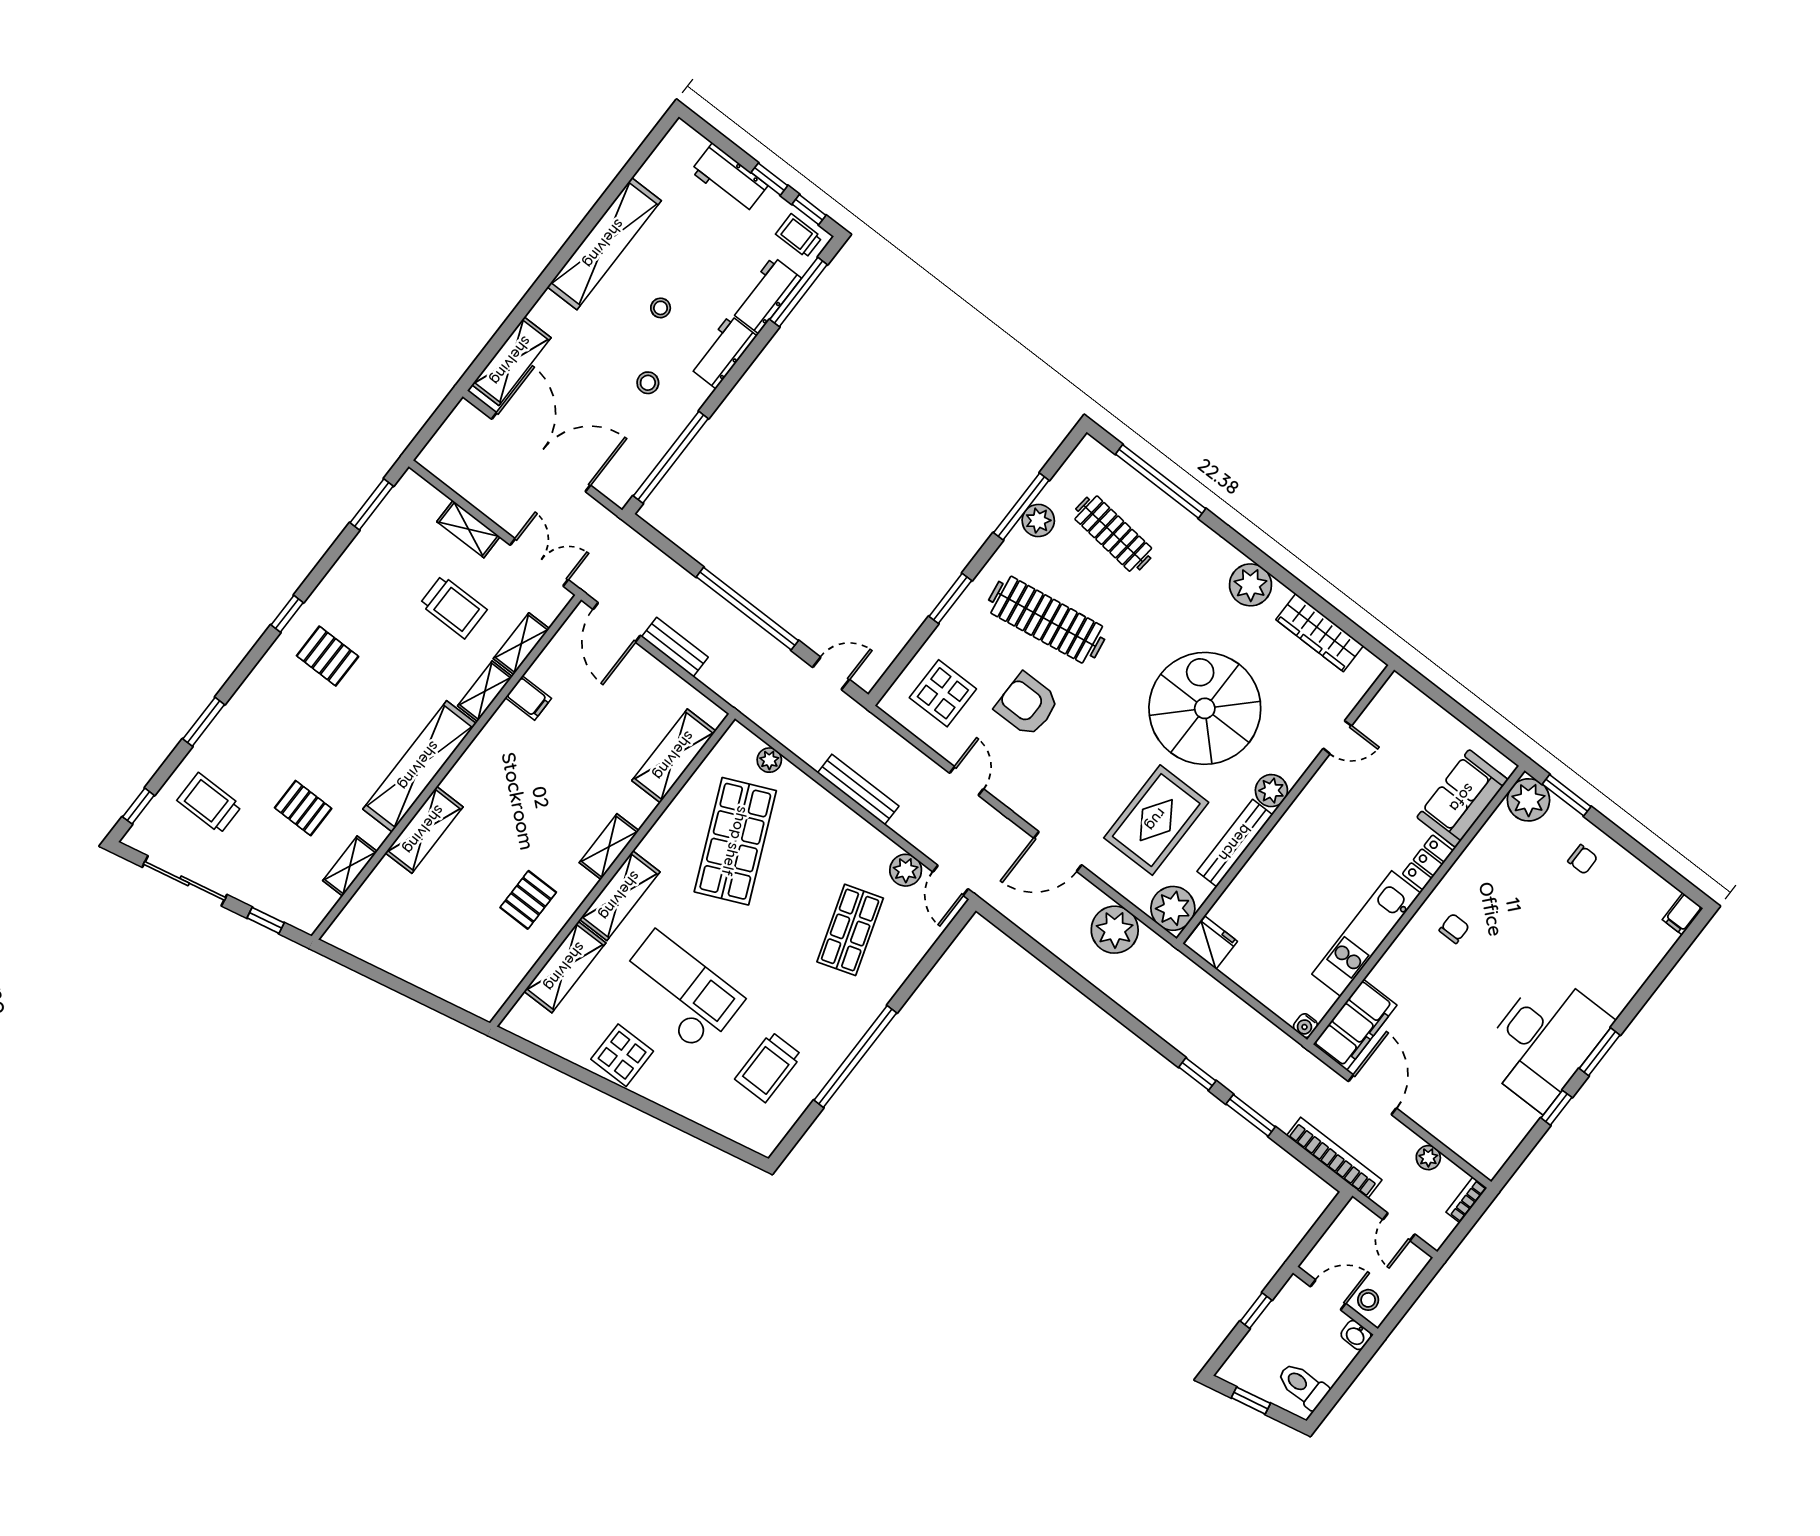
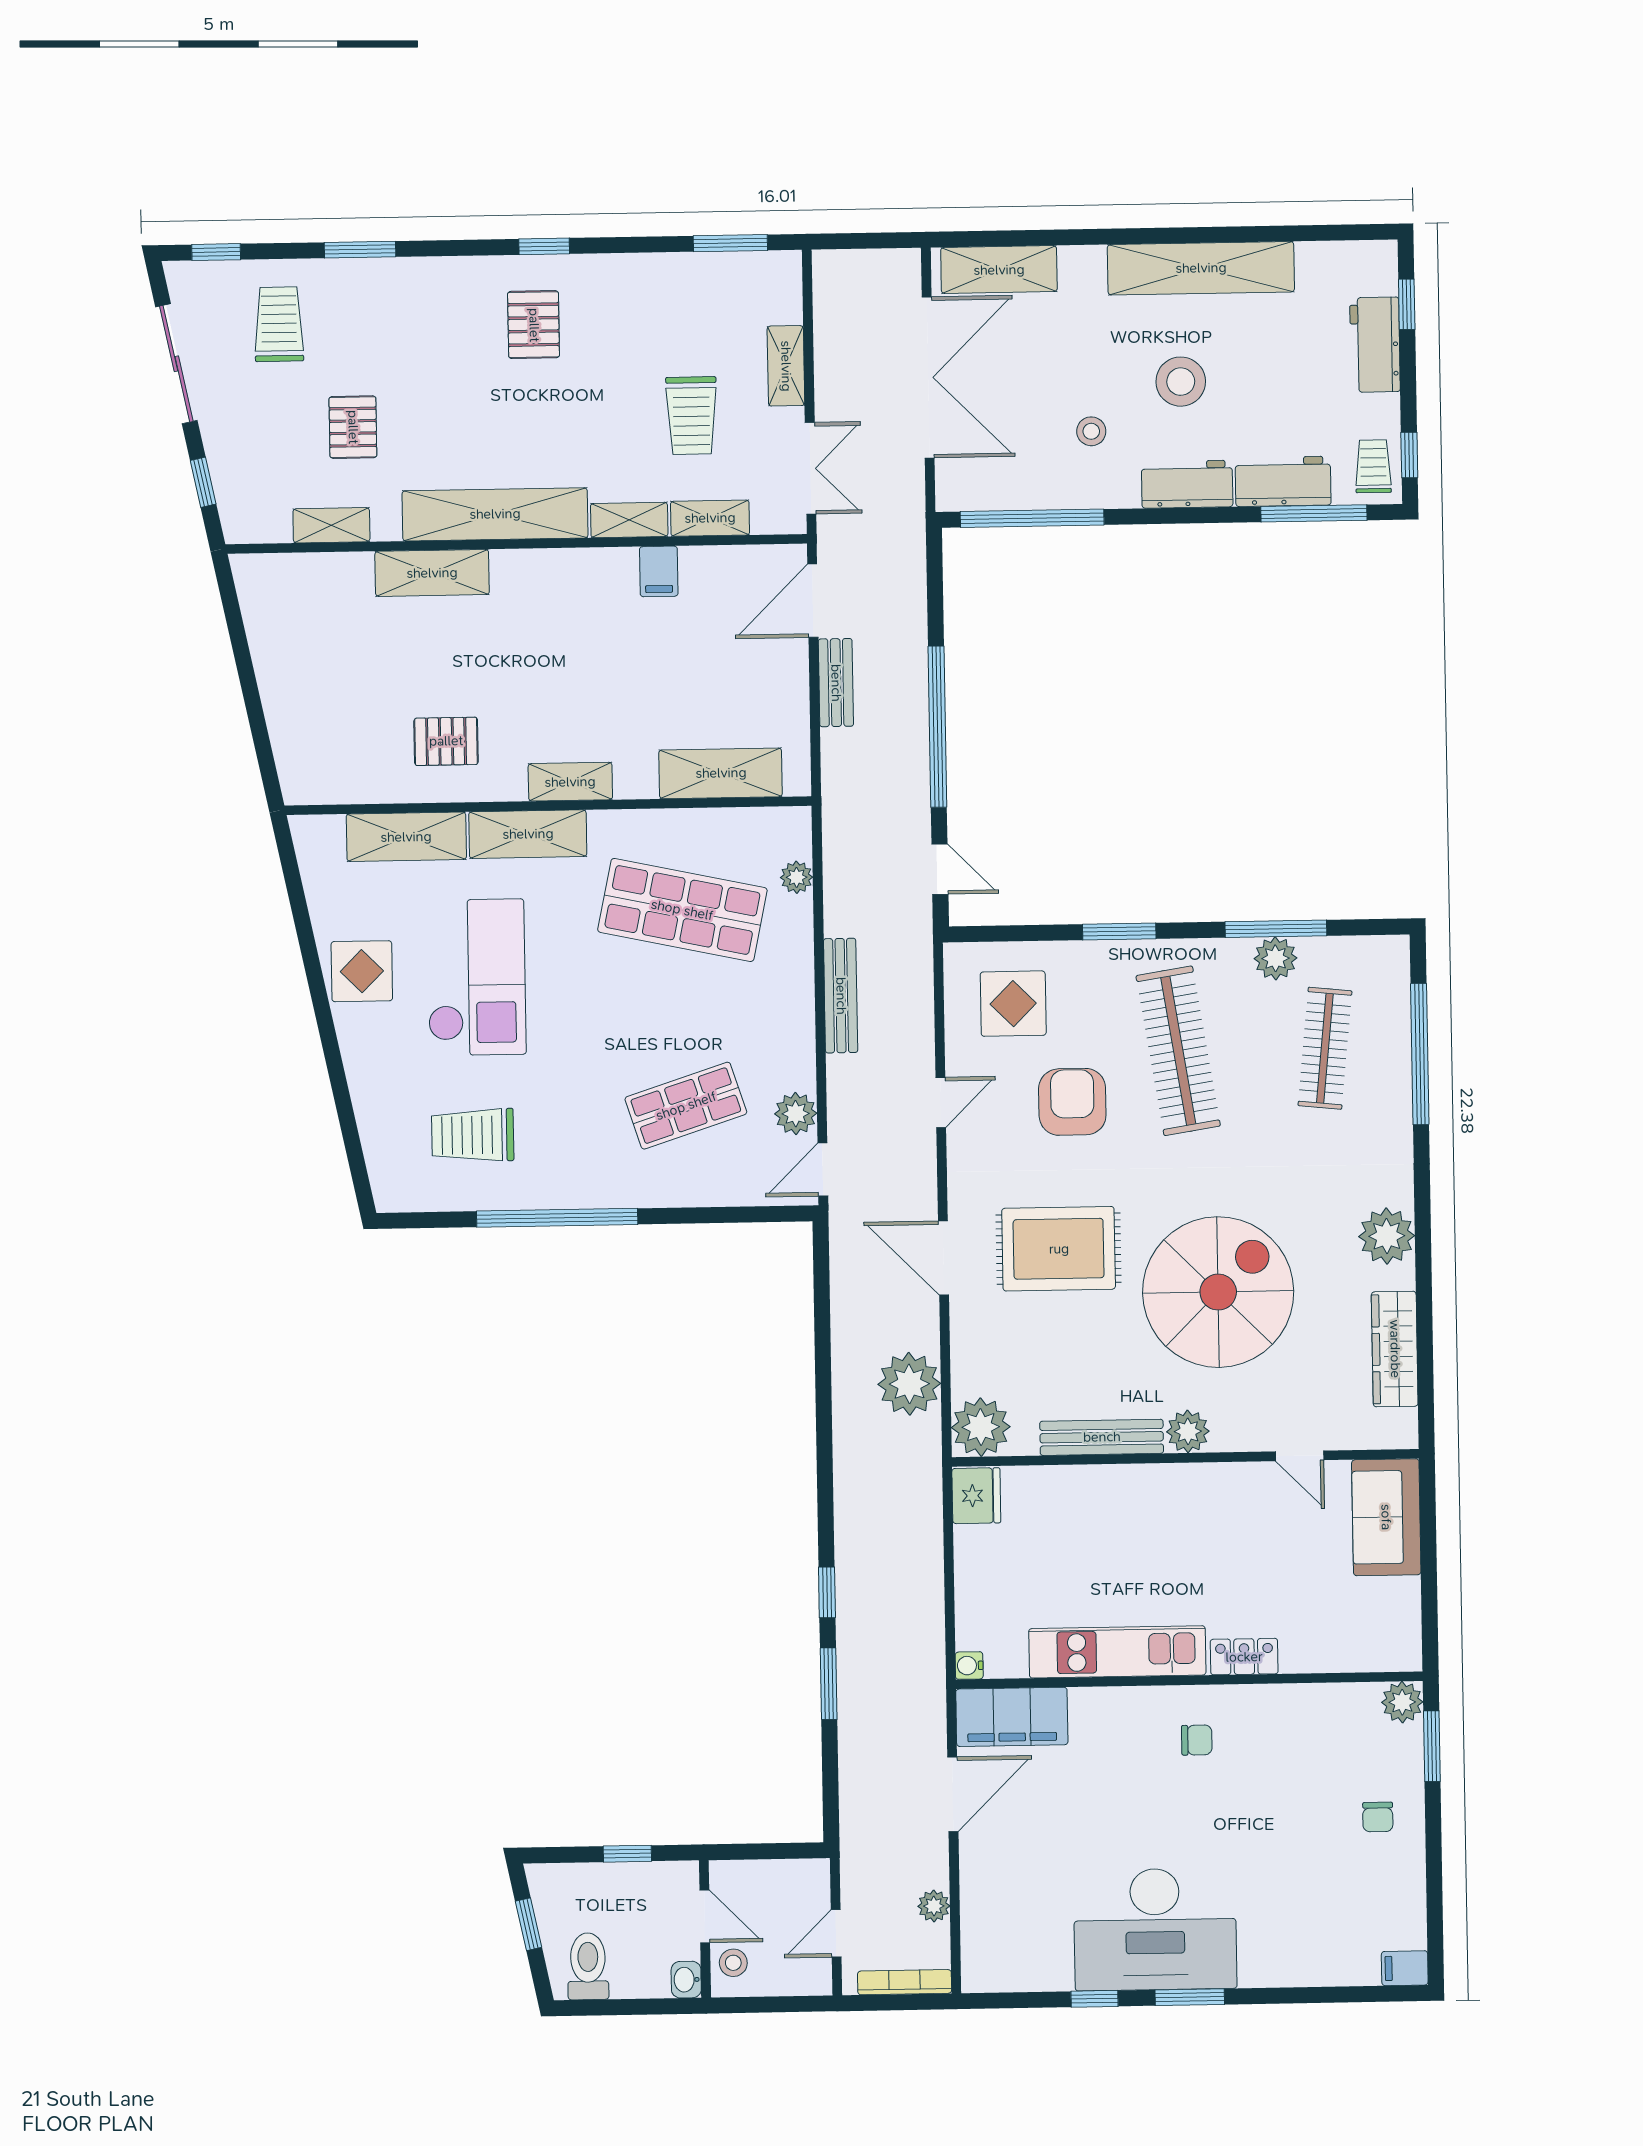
window: (769, 179) -> (1407, 304), moved
stool: (661, 308) -> (1181, 382), width x1.89, depth x1.89
sofa: (1462, 798) -> (1386, 1517), moved, turned -90
plant: (1528, 800) -> (1402, 1702), width x0.73, depth x0.73
rug: (1156, 820) -> (1059, 1249), moved
shop shelf: (735, 841) -> (682, 910), turned 36
bookcase: (1334, 1158) -> (854, 1807), removed
bookcase: (1466, 1200) -> (905, 1982), width x1.56

